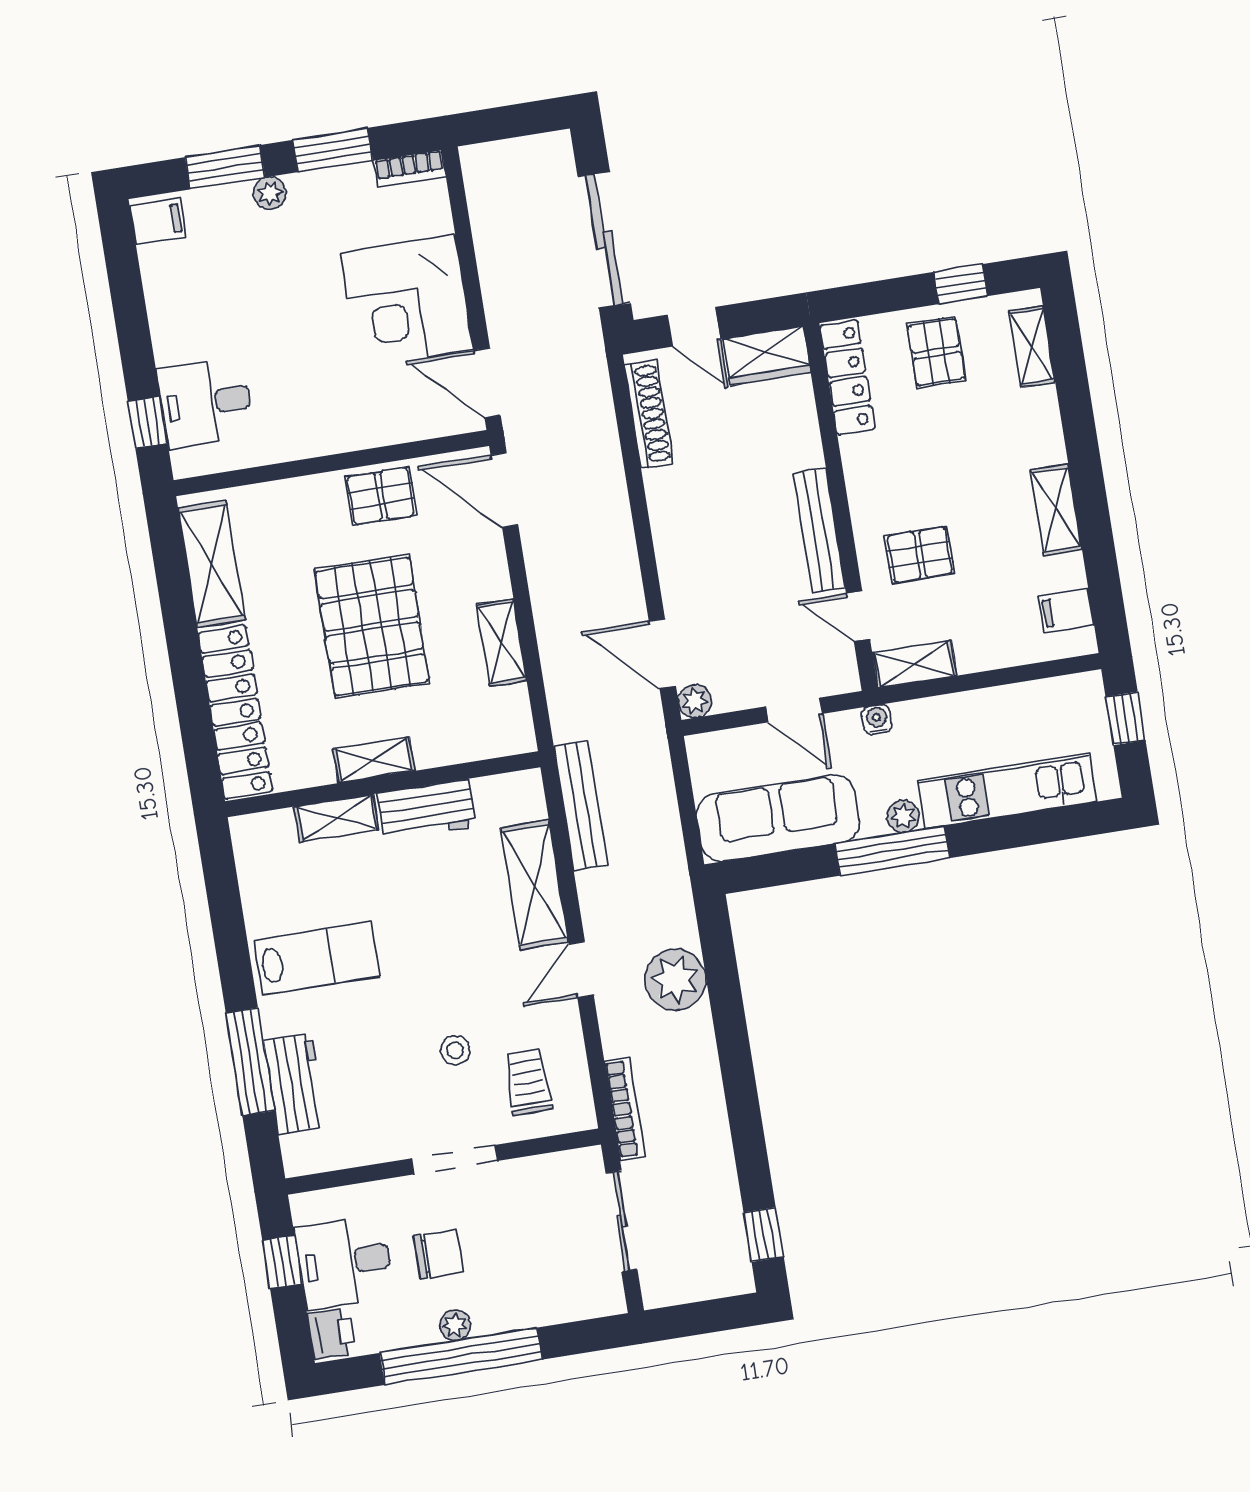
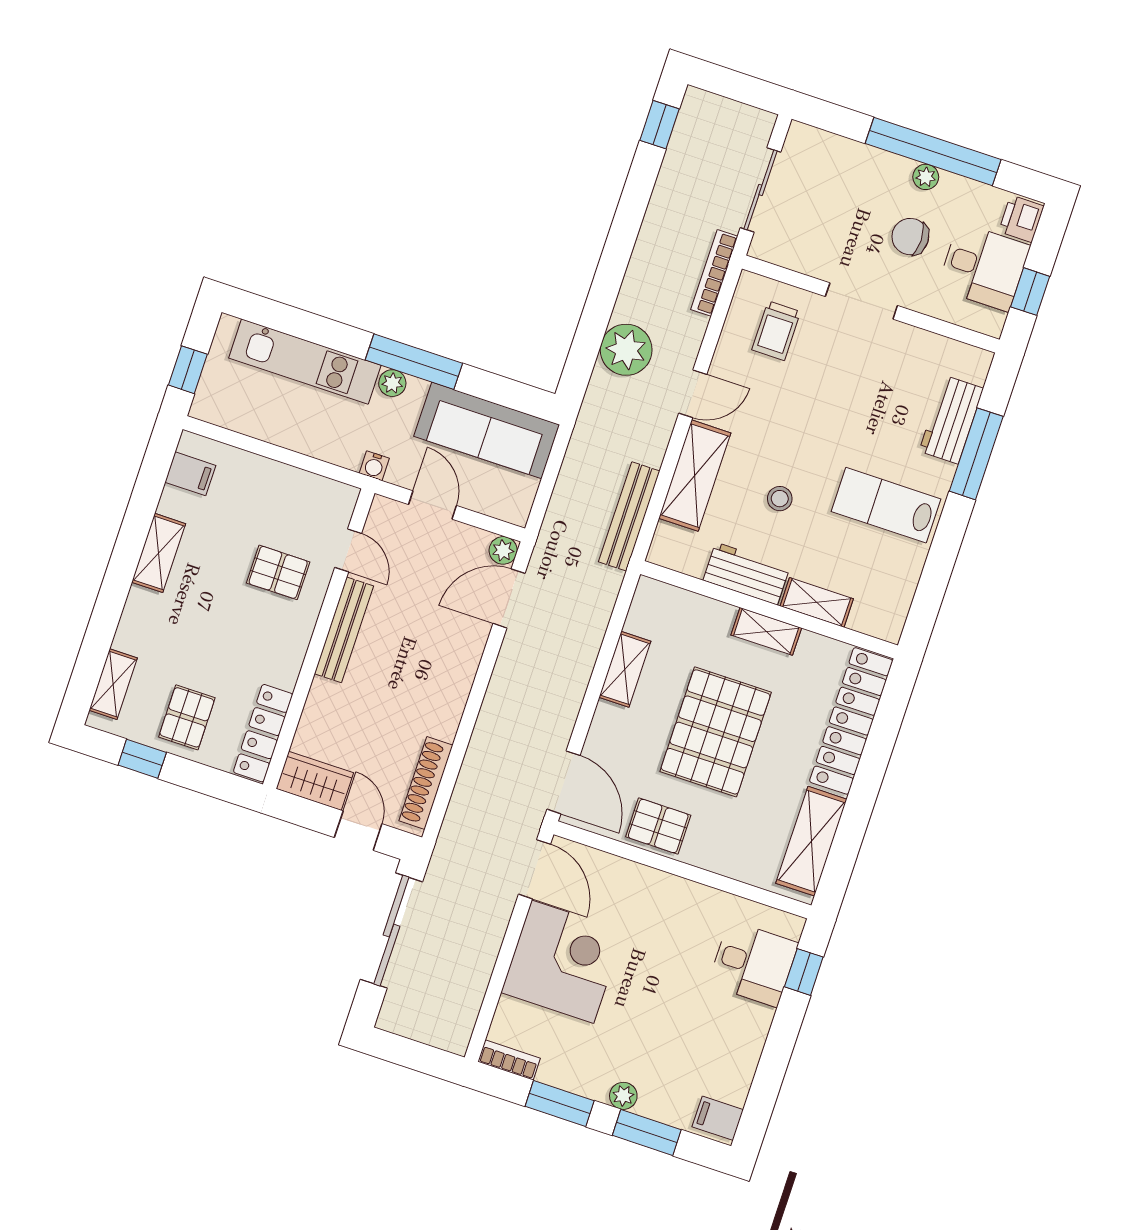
door: (662, 654) -> (509, 598), swing flipped
shelving: (914, 664) -> (325, 492), removed
stool: (455, 1050) -> (780, 499), moved

